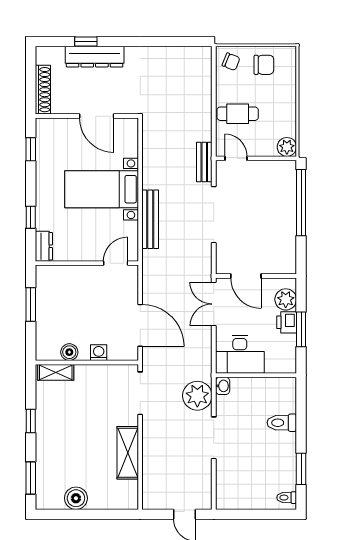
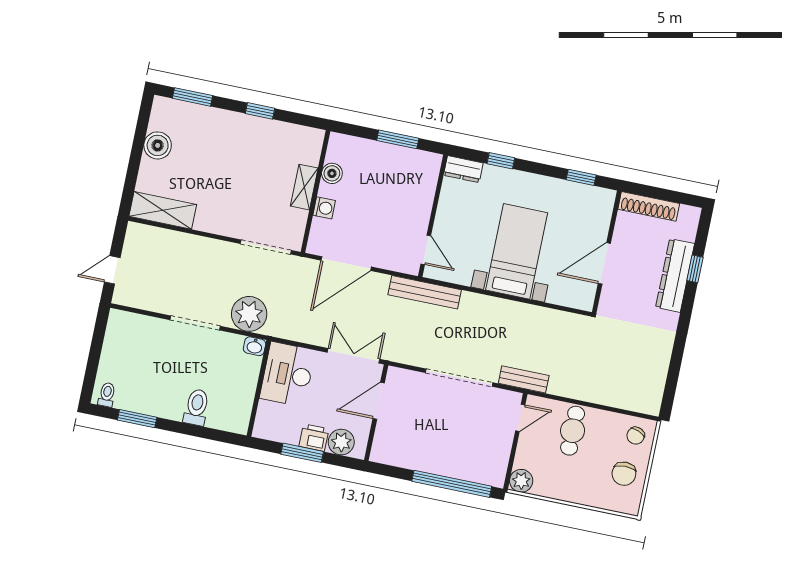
bench: (150, 219) -> (425, 292), moved
shelving: (56, 372) -> (304, 187), moved
shelving: (128, 453) -> (163, 210), moved

